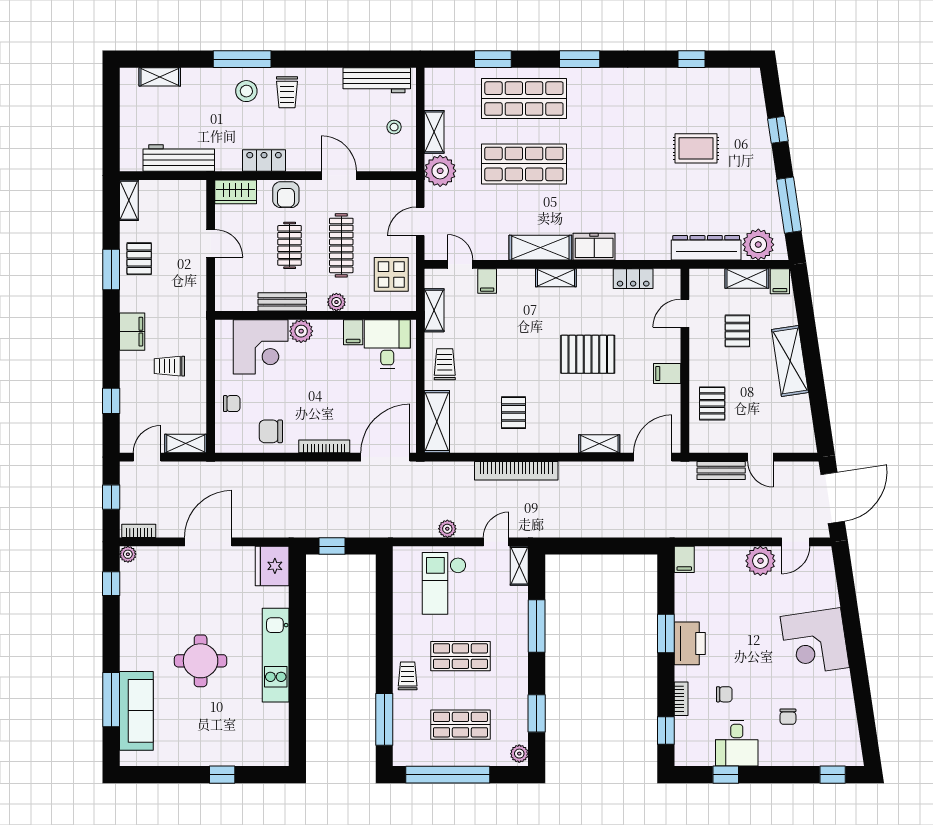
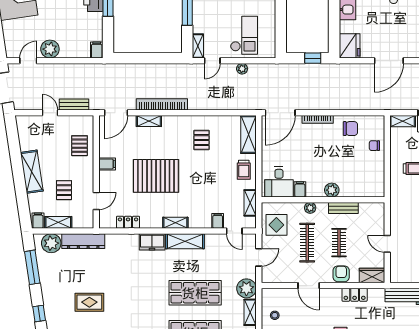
corner desk: (261, 347) -> (357, 180), removed
pallet: (588, 354) -> (156, 176), width x1.37, depth x1.41
bookcase: (516, 471) -> (162, 104), moved

